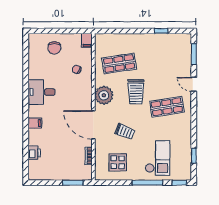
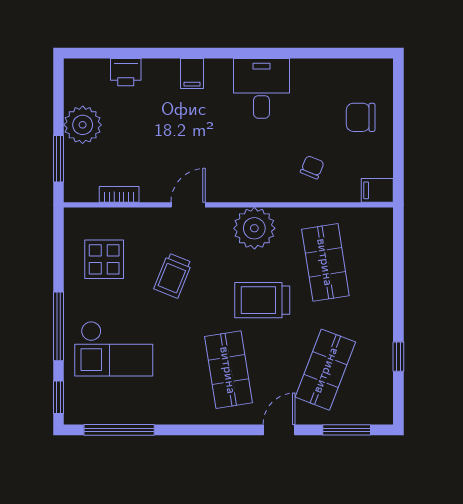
shop shelf: (167, 64) -> (325, 370), added
door: (93, 125) -> (188, 205), width x0.53
window: (194, 156) -> (119, 430), width x2.17
plant: (58, 172) -> (83, 125), added

